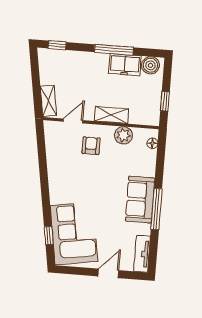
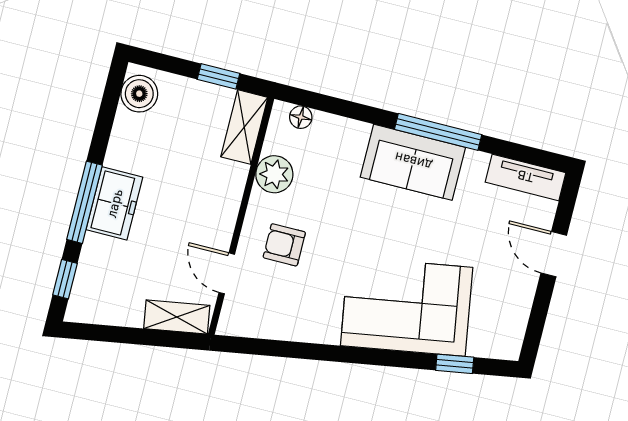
window: (114, 50) -> (84, 202), moved
freezer: (125, 65) -> (114, 203), moved
shelving: (111, 115) -> (244, 127), moved
corner sofa: (74, 233) -> (407, 307), moved

